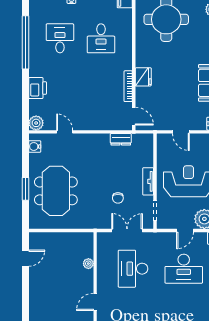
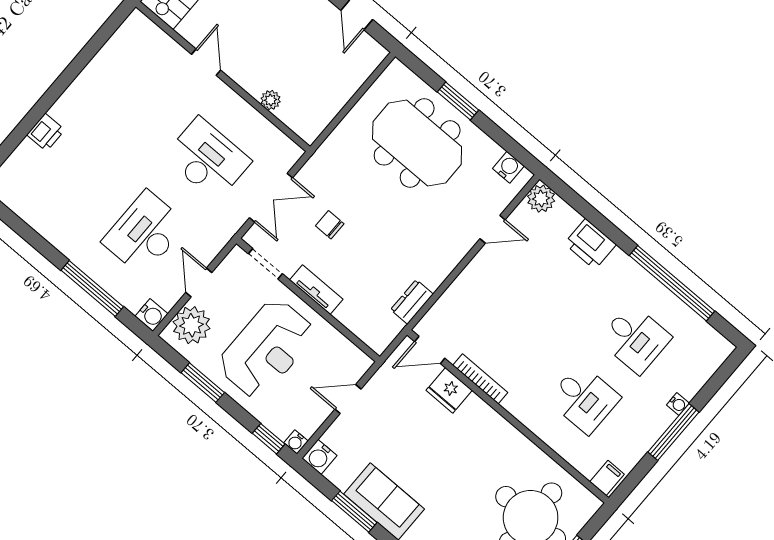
desk: (101, 38) -> (584, 399), turned 180
fridge: (143, 77) -> (449, 390), moved

